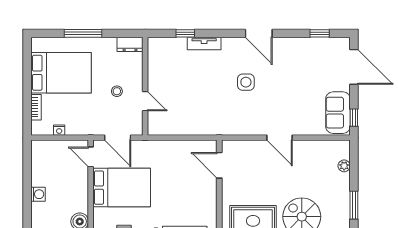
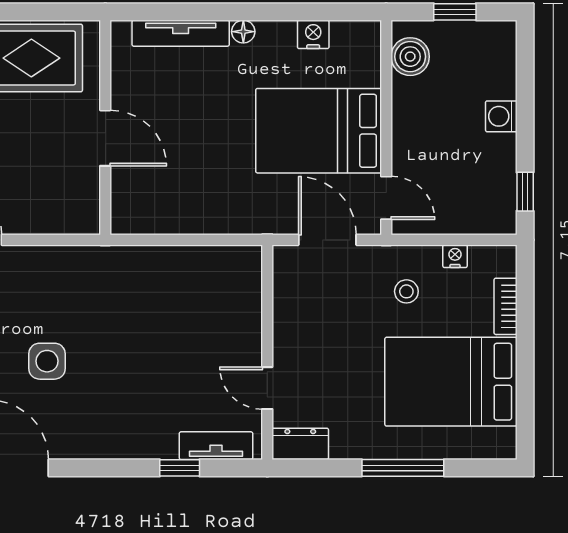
tv unit: (204, 43) -> (216, 446), moved
stool: (117, 91) -> (406, 291), moved
door: (145, 101) -> (267, 388), moved
window: (27, 160) -> (525, 192), added
door: (219, 165) -> (105, 138), moved

